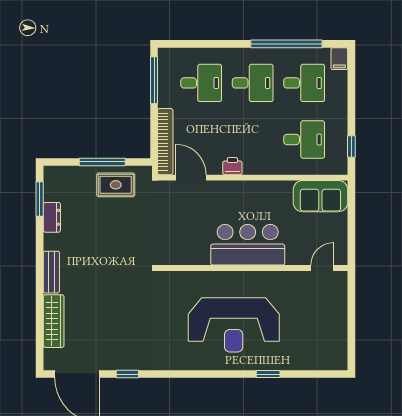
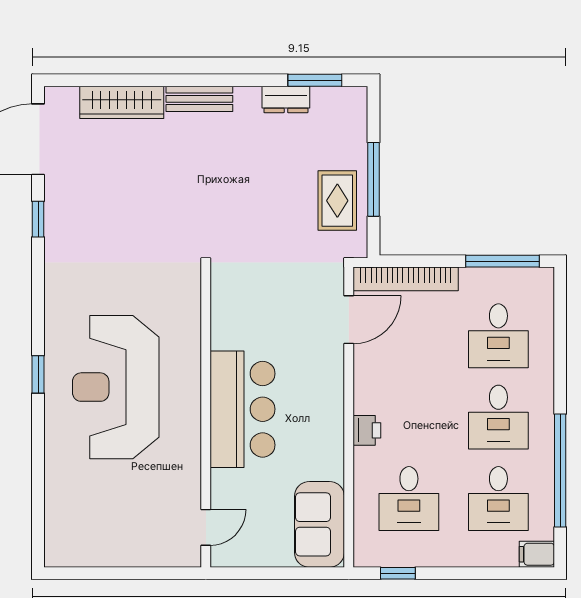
printer: (232, 166) -> (367, 430), moved
door: (322, 268) -> (206, 527), hinge flipped
window: (268, 374) -> (38, 374), moved

